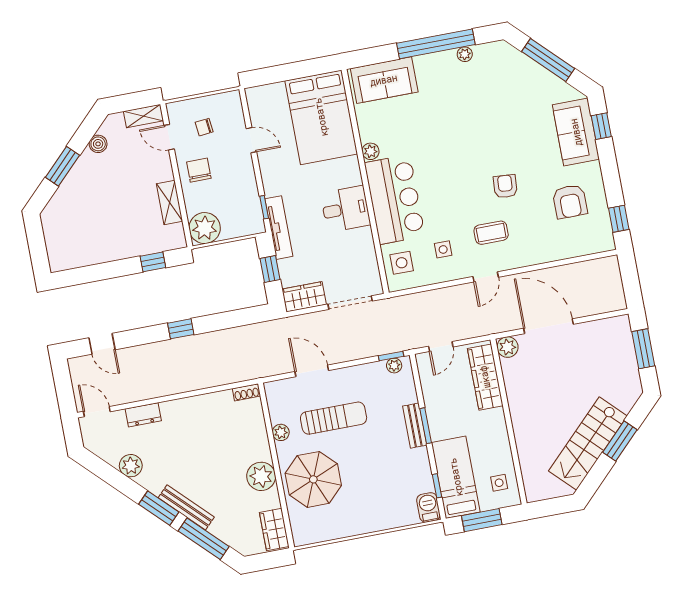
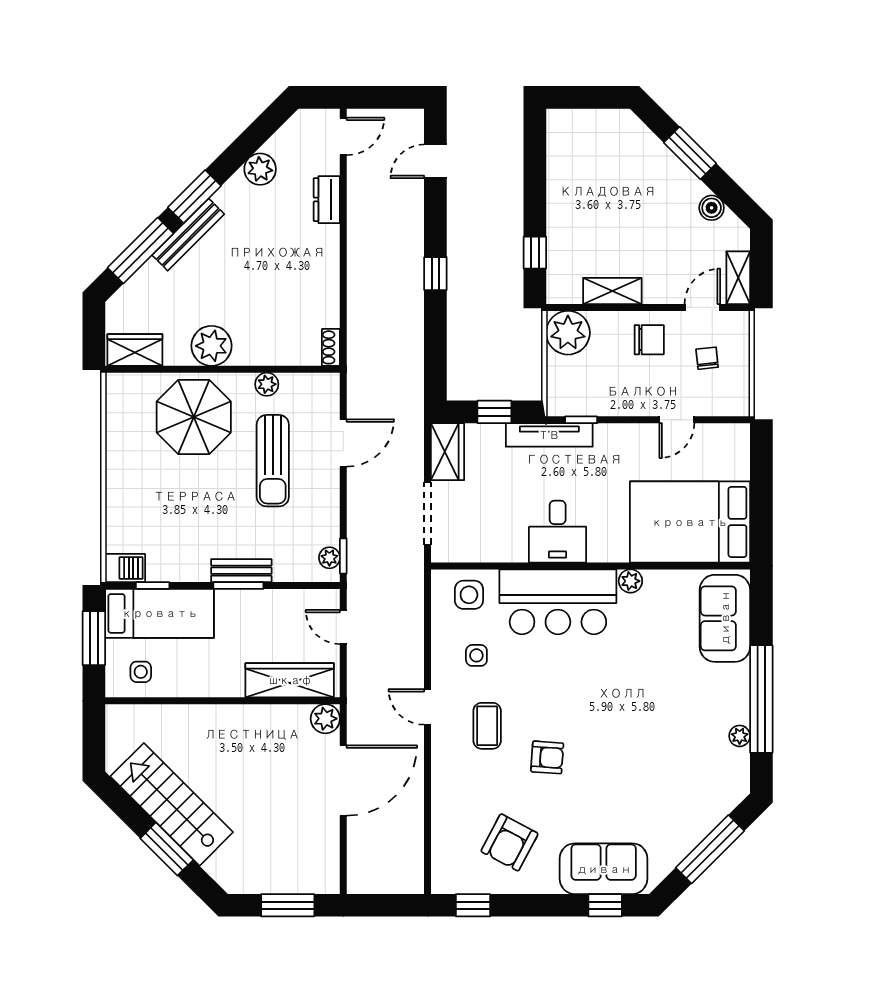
armchair: (570, 202) -> (509, 842), turned -62

